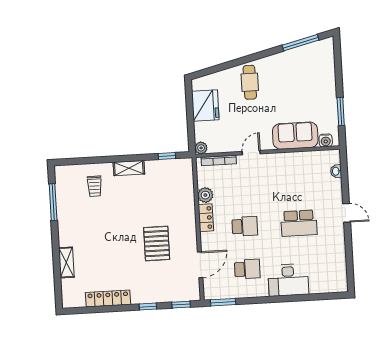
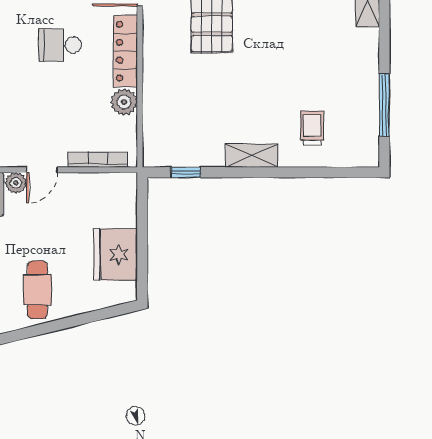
plant: (201, 148) -> (16, 183), moved
locker: (206, 218) -> (125, 51), width x1.53

